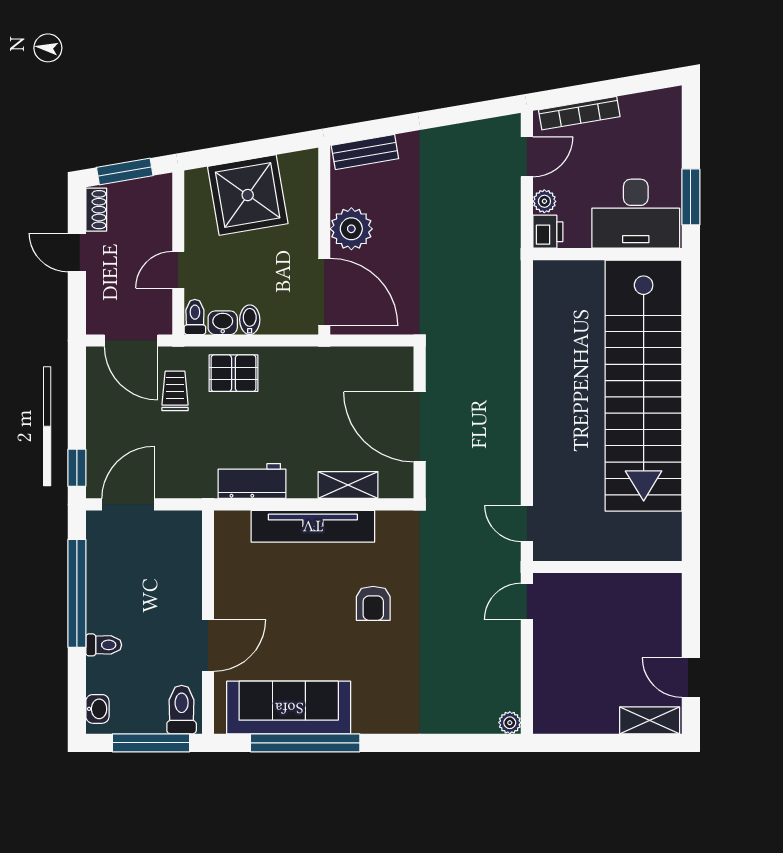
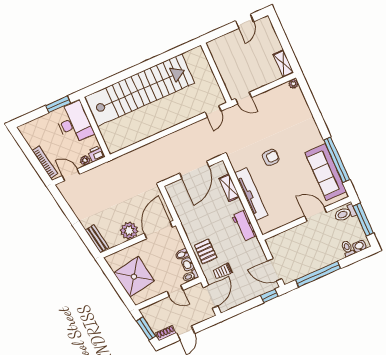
toilet: (104, 645) -> (348, 249), moved
shelving: (650, 720) -> (283, 64), moved

